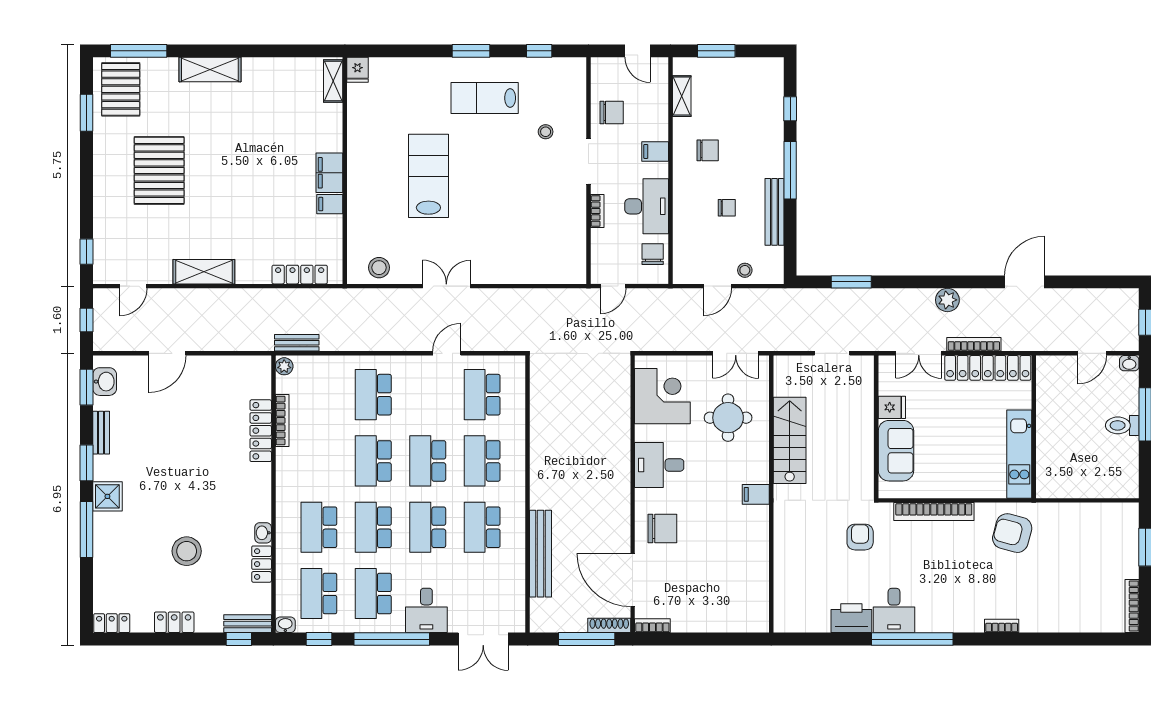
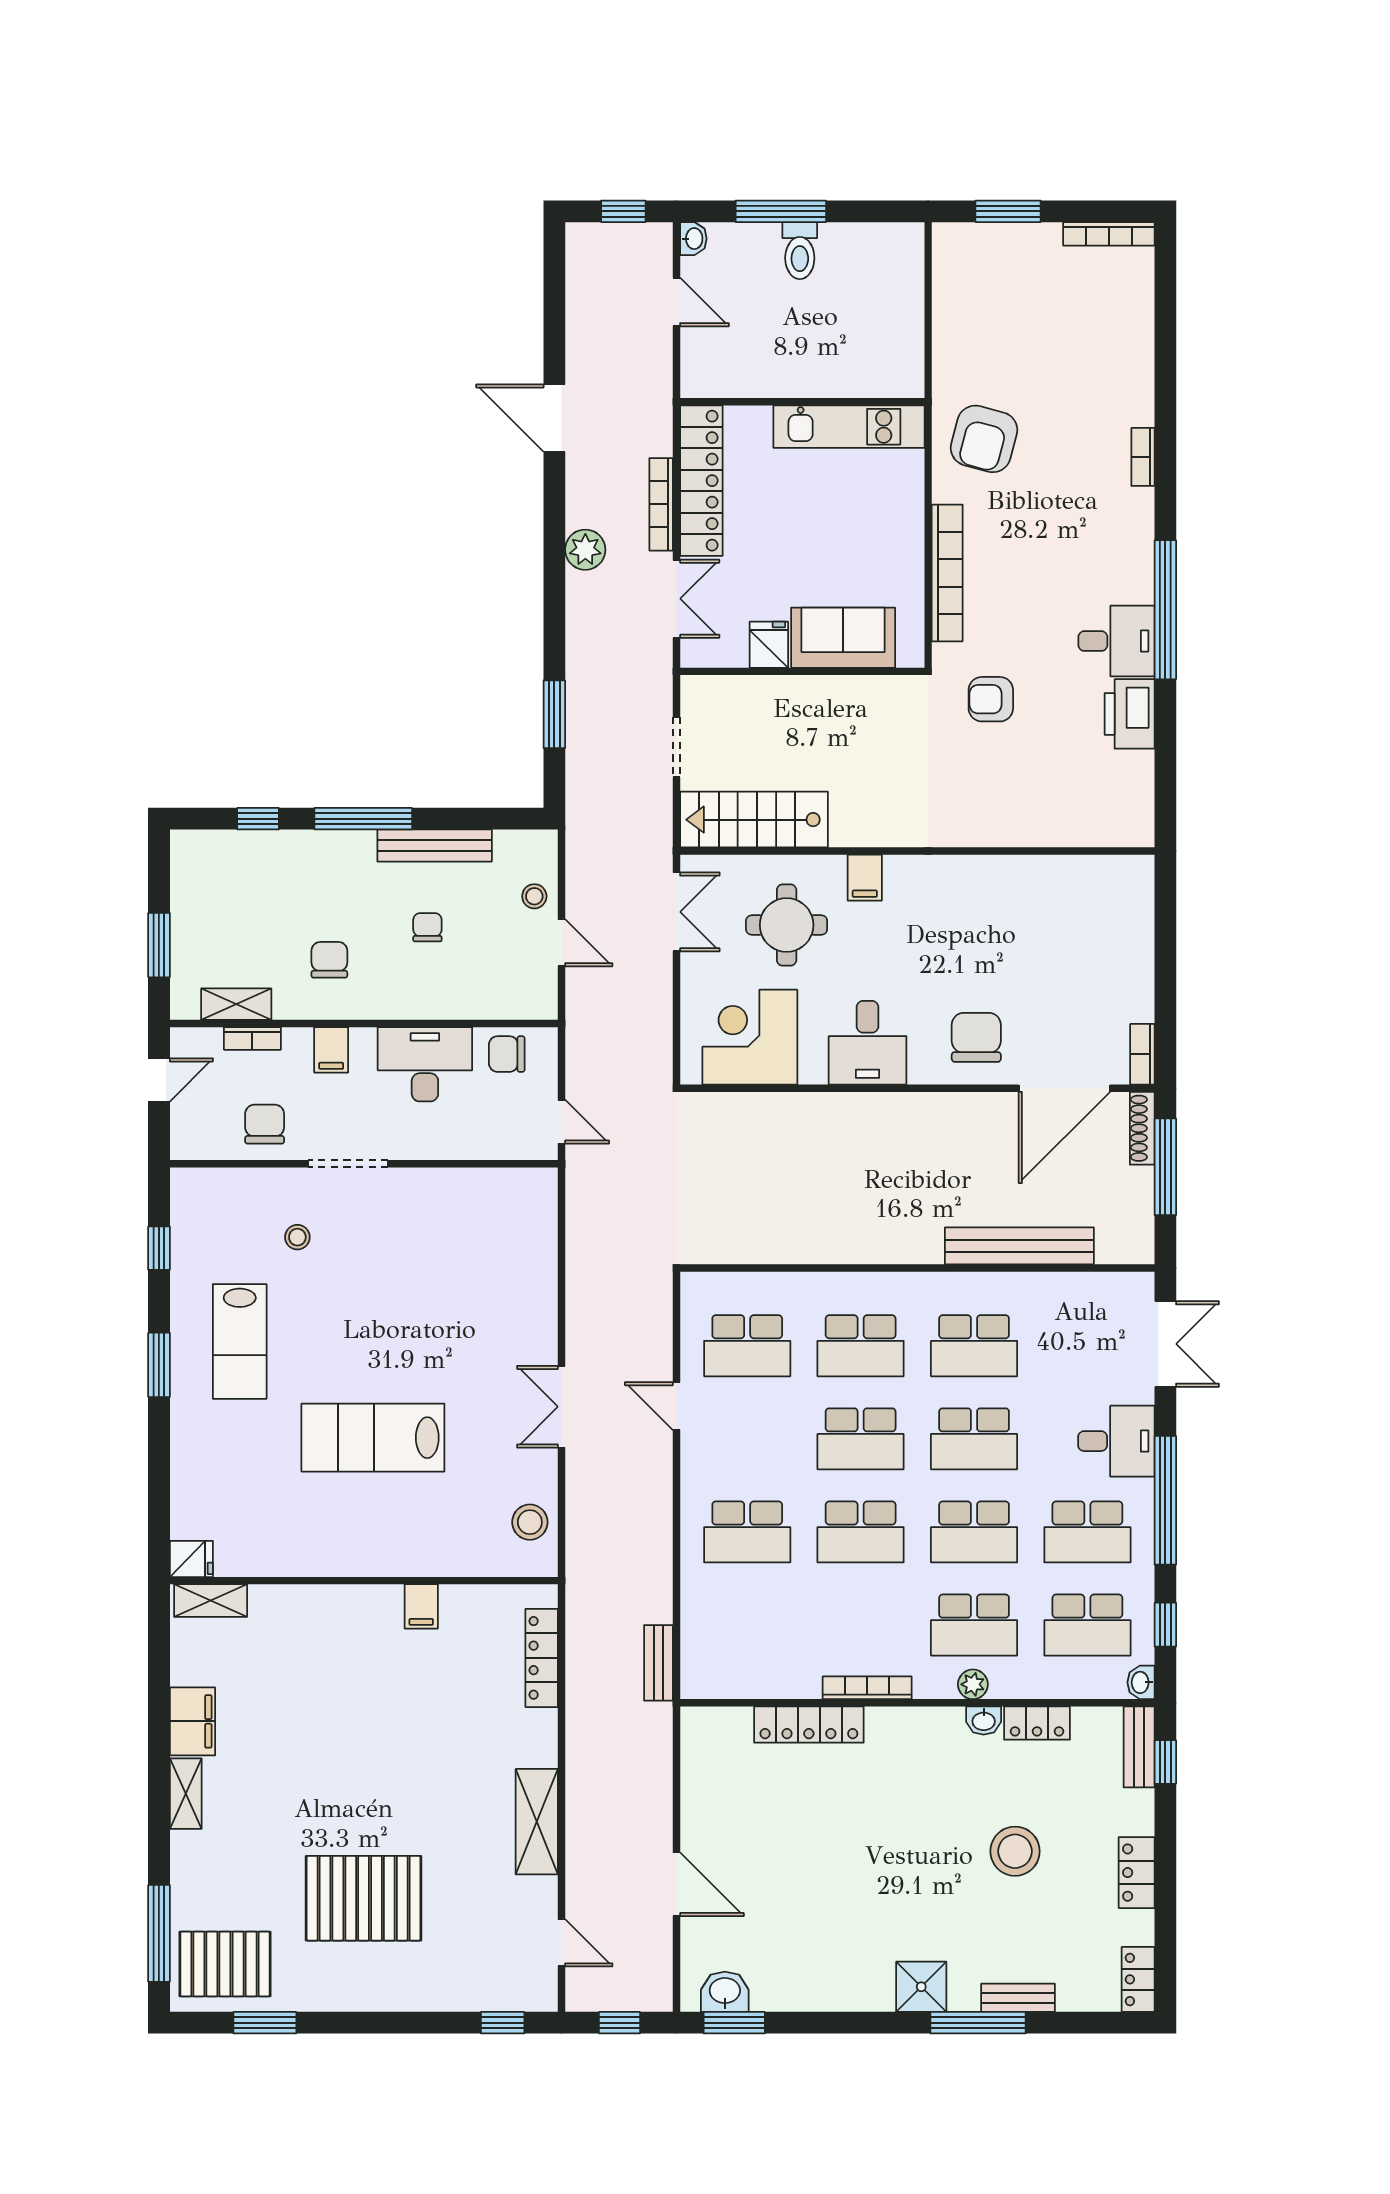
shelving: (210, 70) -> (186, 1794), width x0.67, depth x0.75
filing cabinet: (329, 173) -> (192, 1721), moved, turned -90
bookcase: (597, 211) -> (252, 1038), moved, turned 180
plant: (284, 366) -> (973, 1684), moved
bookcase: (282, 420) -> (867, 1688), moved
bench: (101, 433) -> (1018, 1998), moved
stairs: (790, 440) -> (754, 820), moved
window: (86, 463) -> (864, 2023), removed
filing cabinet: (756, 494) -> (865, 878), moved

